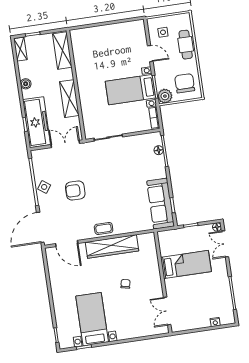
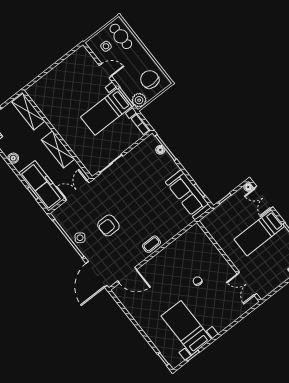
cafe table: (186, 45) -> (121, 36), moved
wardrobe: (112, 247) -> (168, 256), removed
bed: (186, 264) -> (259, 233), moved, turned 180

